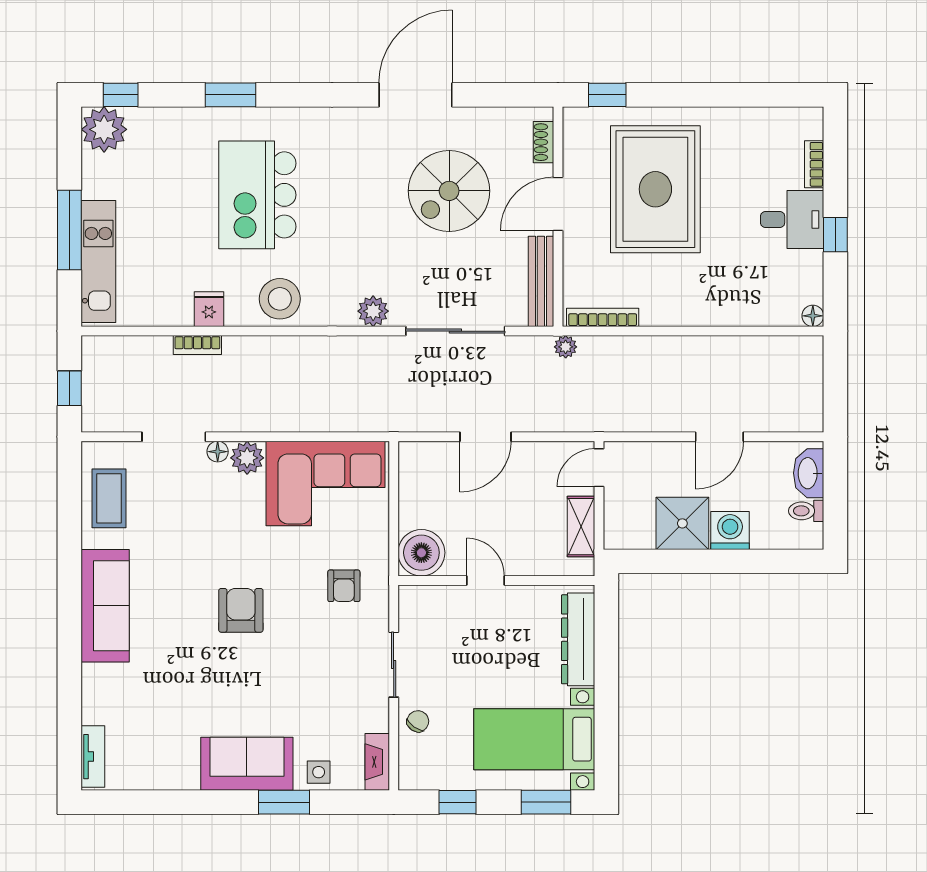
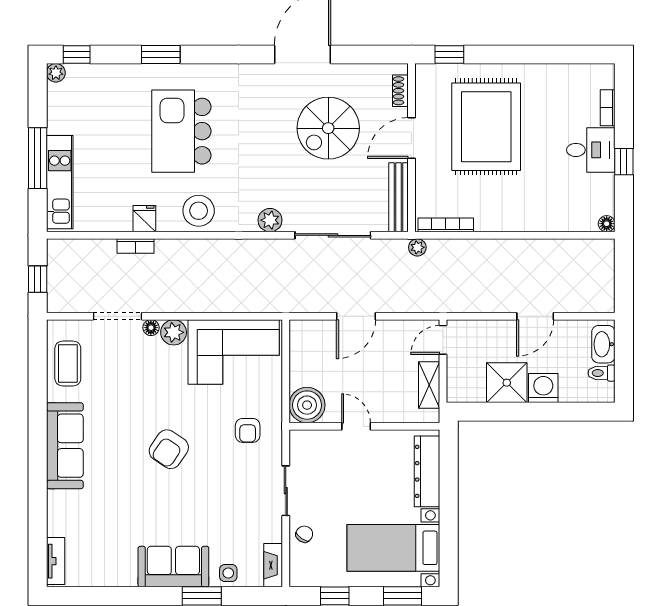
plant: (104, 129) -> (56, 73), width x0.53, depth x0.53
armchair: (241, 610) -> (169, 449), turned -146

